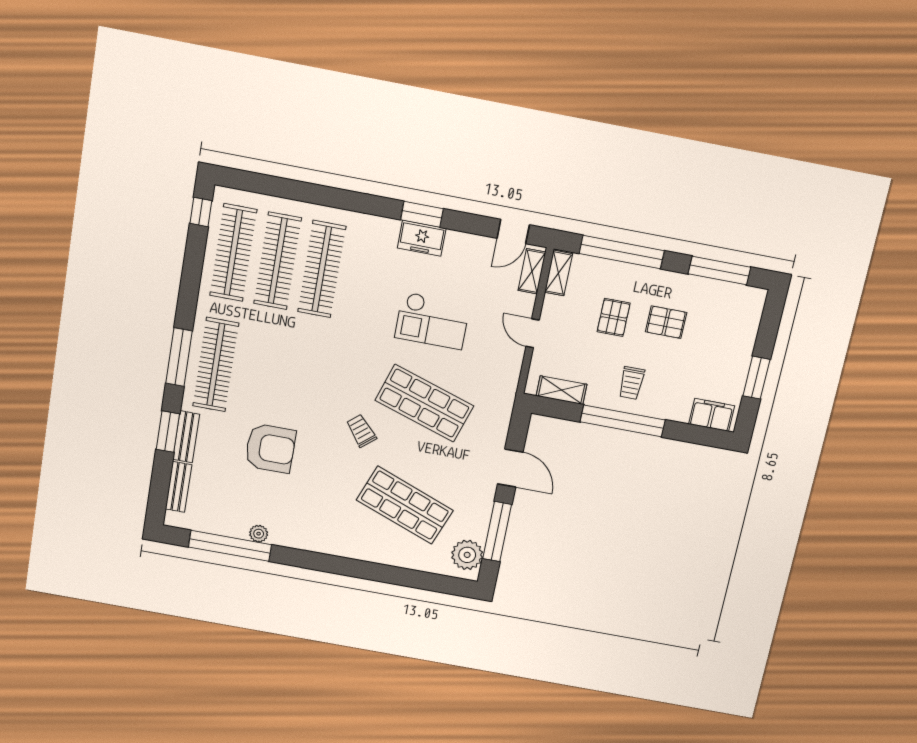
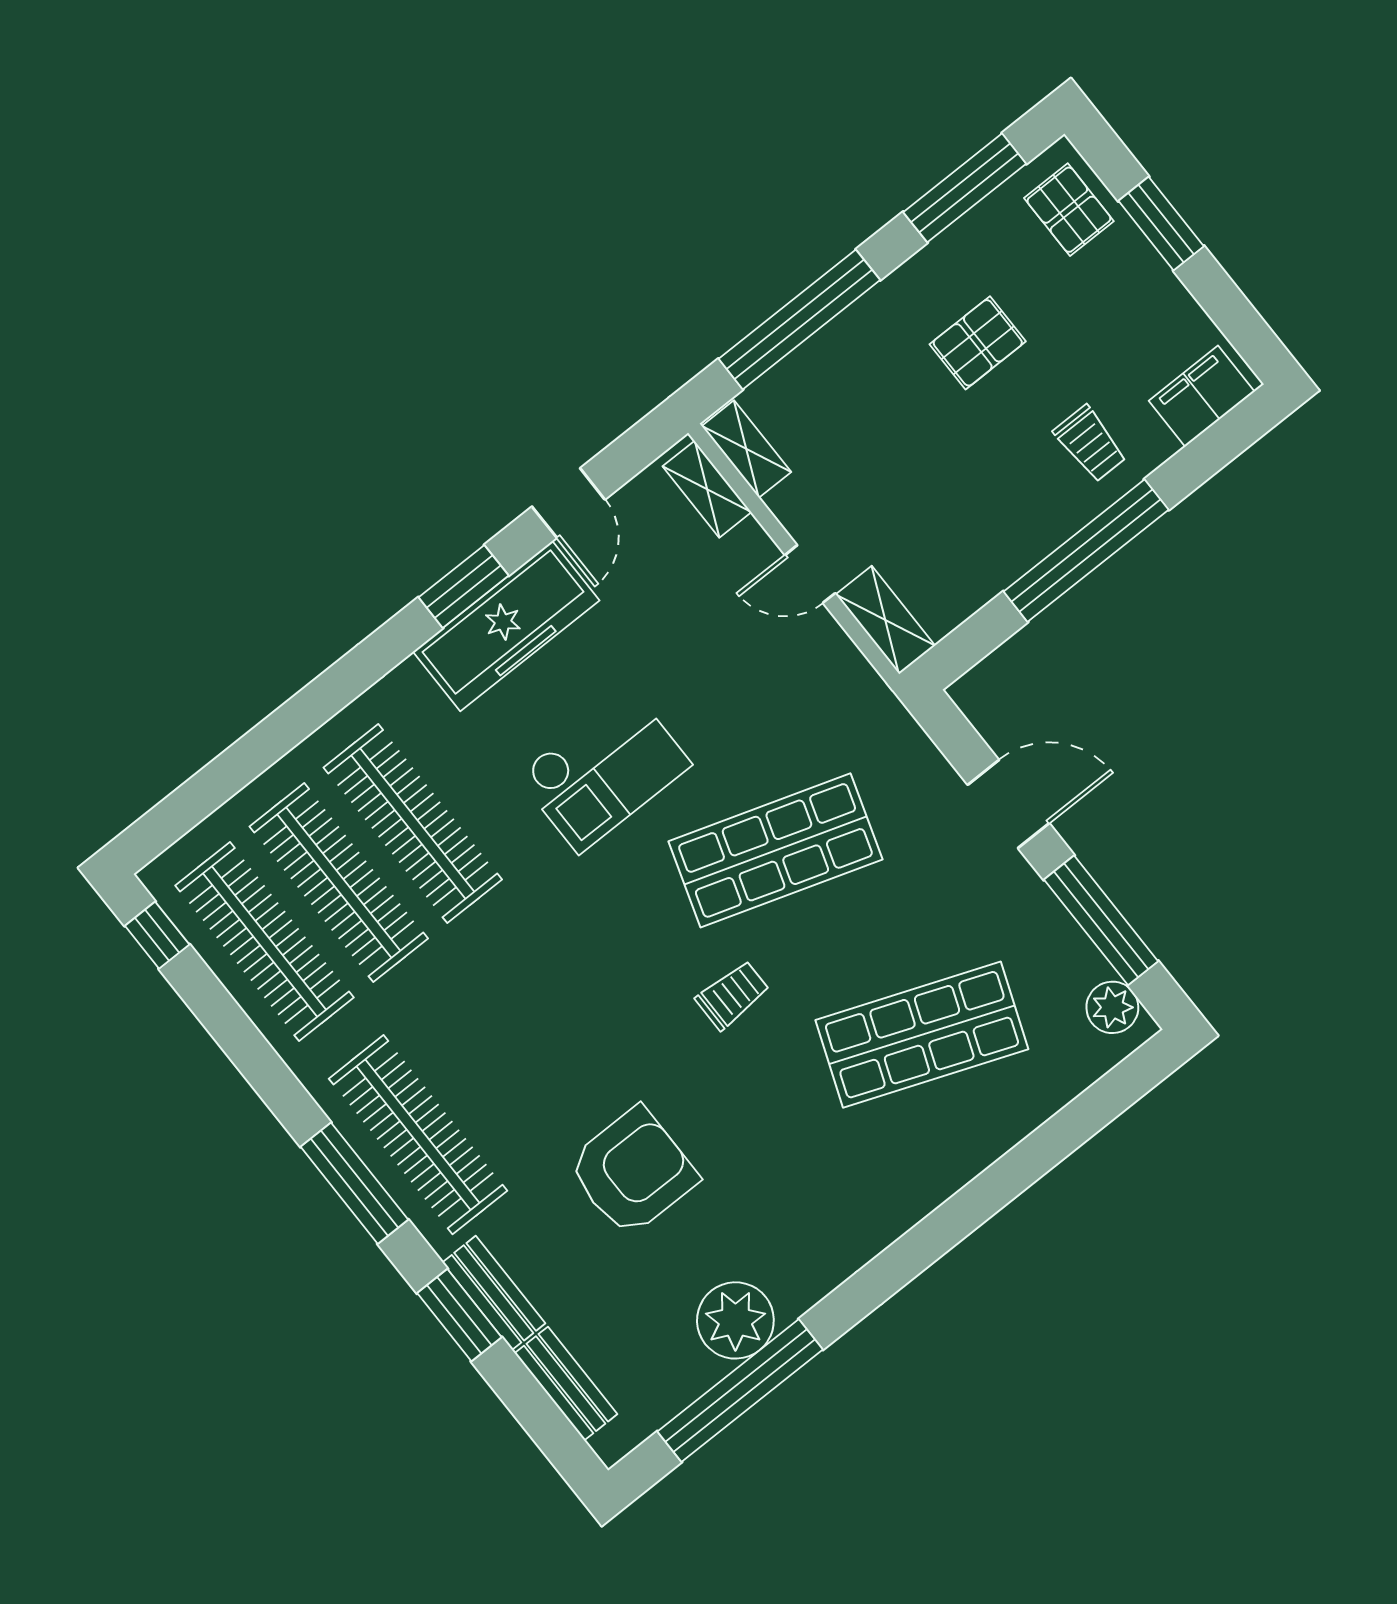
door: (513, 231) -> (568, 503), moved
freezer: (422, 238) -> (506, 626), width x1.91, depth x1.26
pallet: (614, 317) -> (1069, 210), moved
checkout: (432, 321) -> (604, 770), moved
window: (756, 378) -> (1161, 223), moved
trolley: (632, 383) -> (1090, 444), moved
shelving: (562, 390) -> (885, 620), moved, turned 90
trolley: (361, 431) -> (733, 995), turned 130
plant: (259, 534) -> (735, 1320), width x1.88, depth x1.88
plant: (467, 555) -> (1112, 1007), width x0.73, depth x0.73

